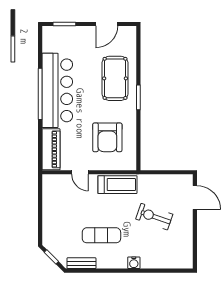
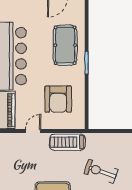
door: (80, 172) -> (33, 131), swing flipped
treadmill: (117, 185) -> (67, 142), turned 180

